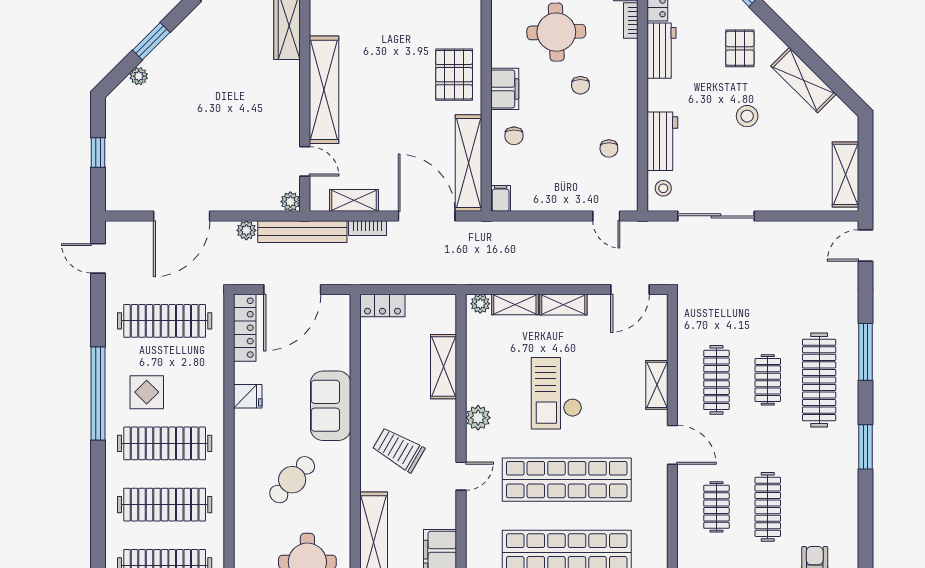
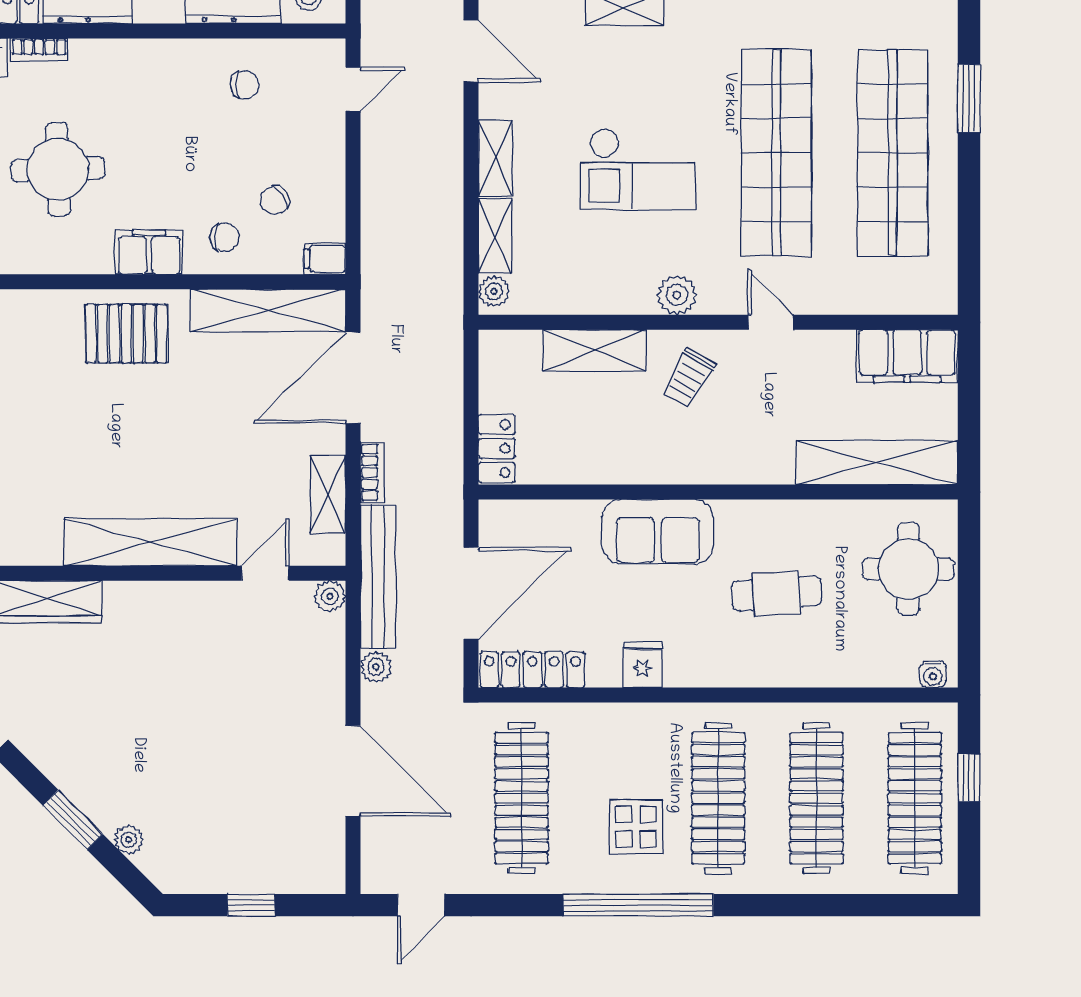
chair: (580, 85) -> (275, 200), moved, turned 146
door: (292, 289) -> (471, 593), hinge flipped
trolley: (398, 450) -> (689, 378), moved, width x0.73, depth x0.72
cafe table: (292, 480) -> (776, 593), turned -47

